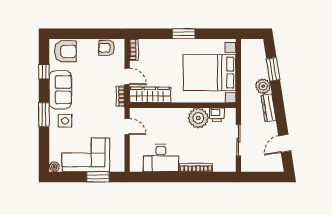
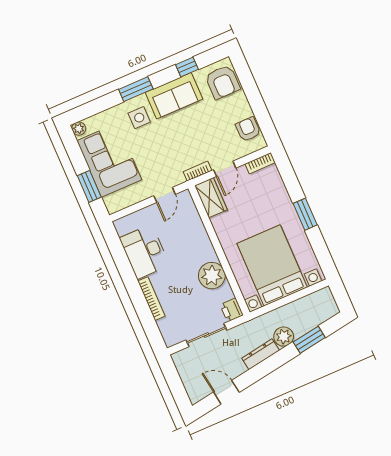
wardrobe: (150, 95) -> (211, 198), width x0.67
printer: (217, 115) -> (232, 310), moved

